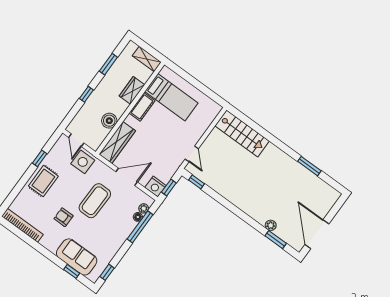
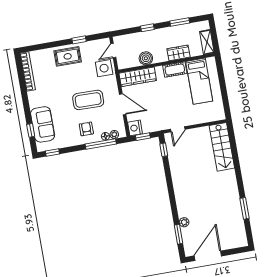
armchair: (63, 217) -> (86, 129), moved

